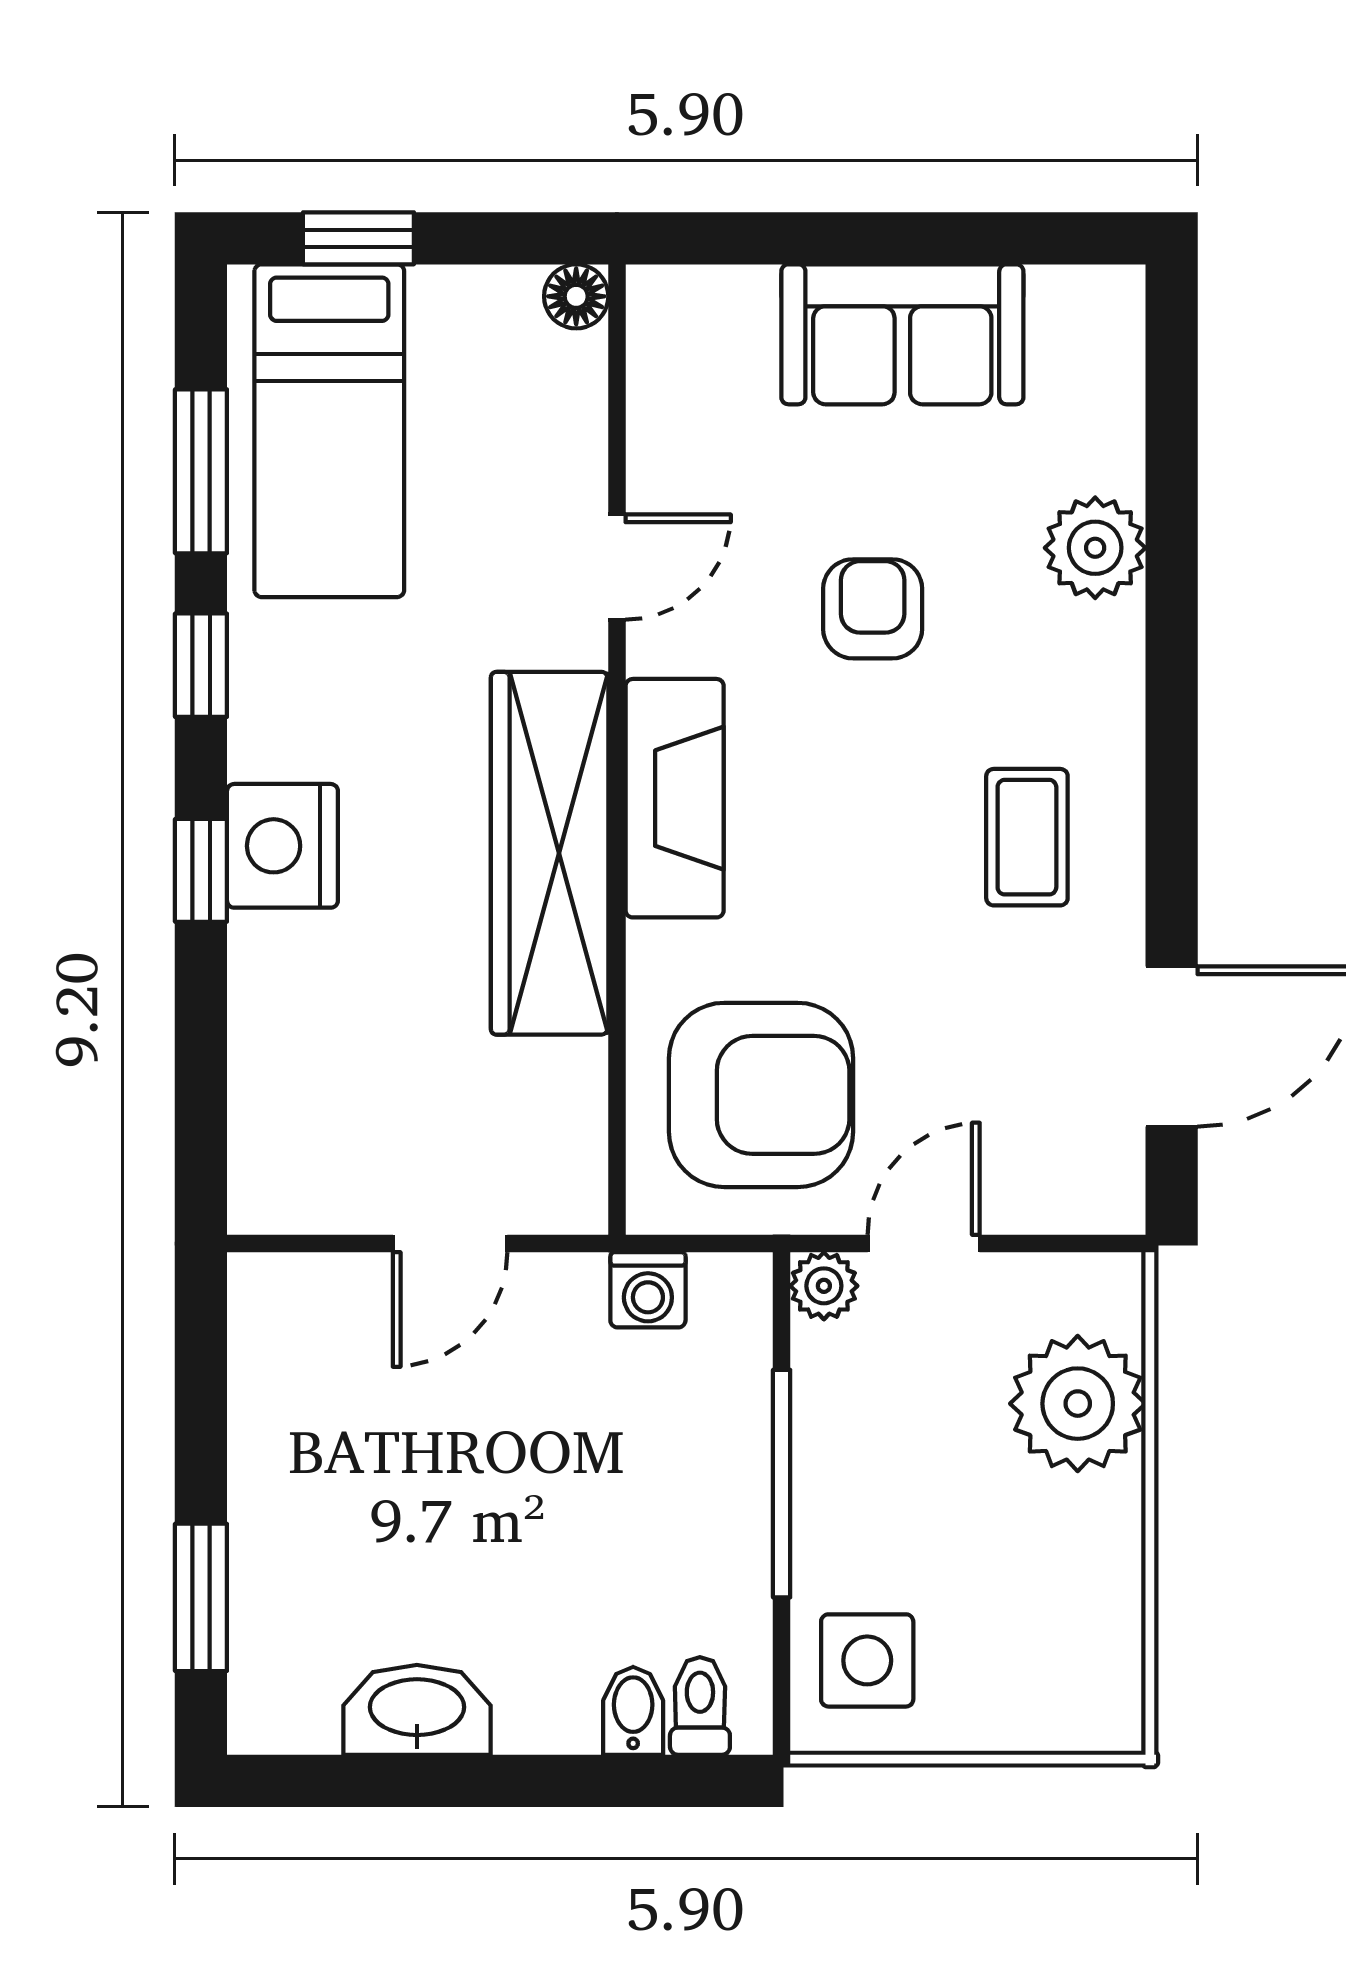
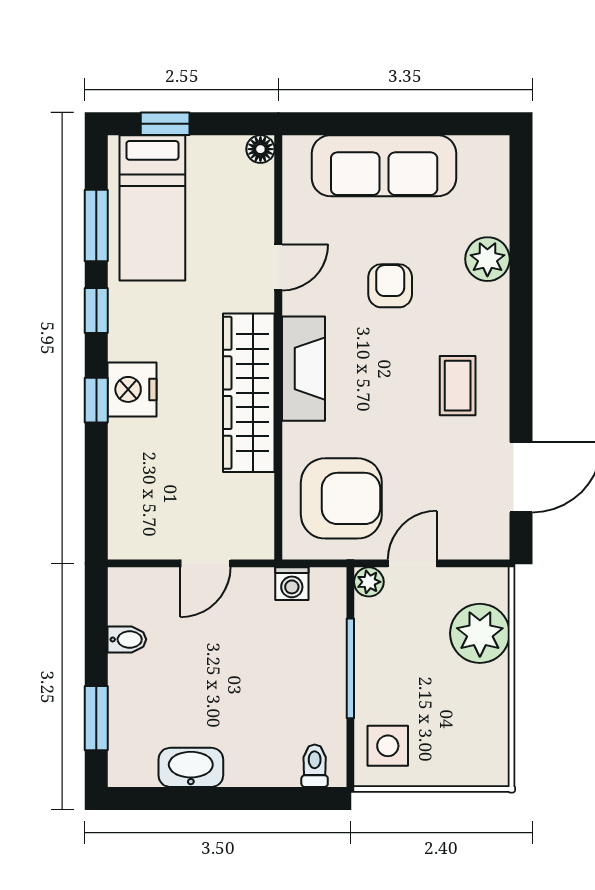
sofa: (902, 334) -> (384, 166), width x1.36
bidet: (633, 1711) -> (127, 639), moved, turned 90

